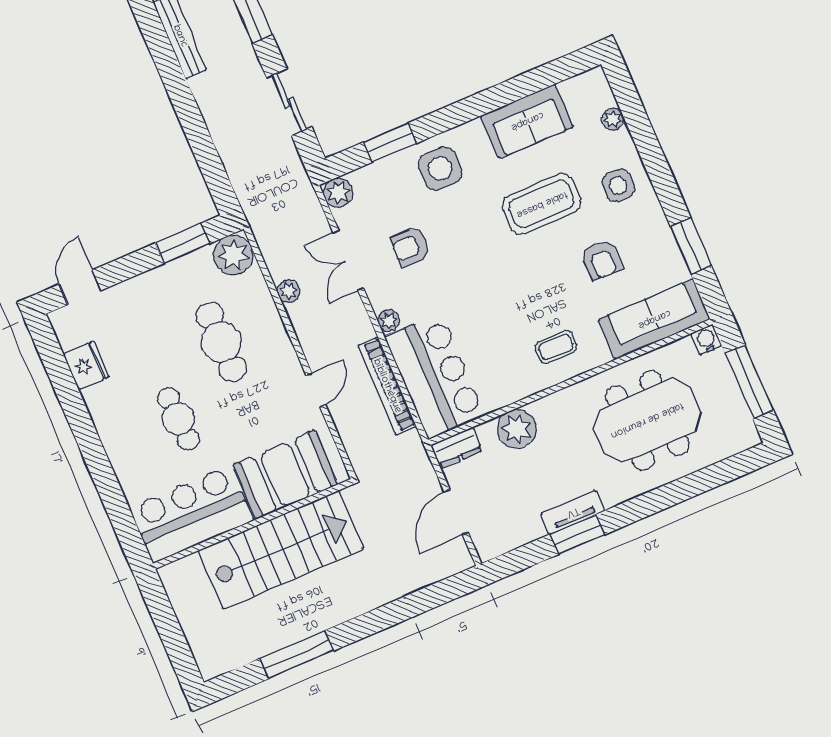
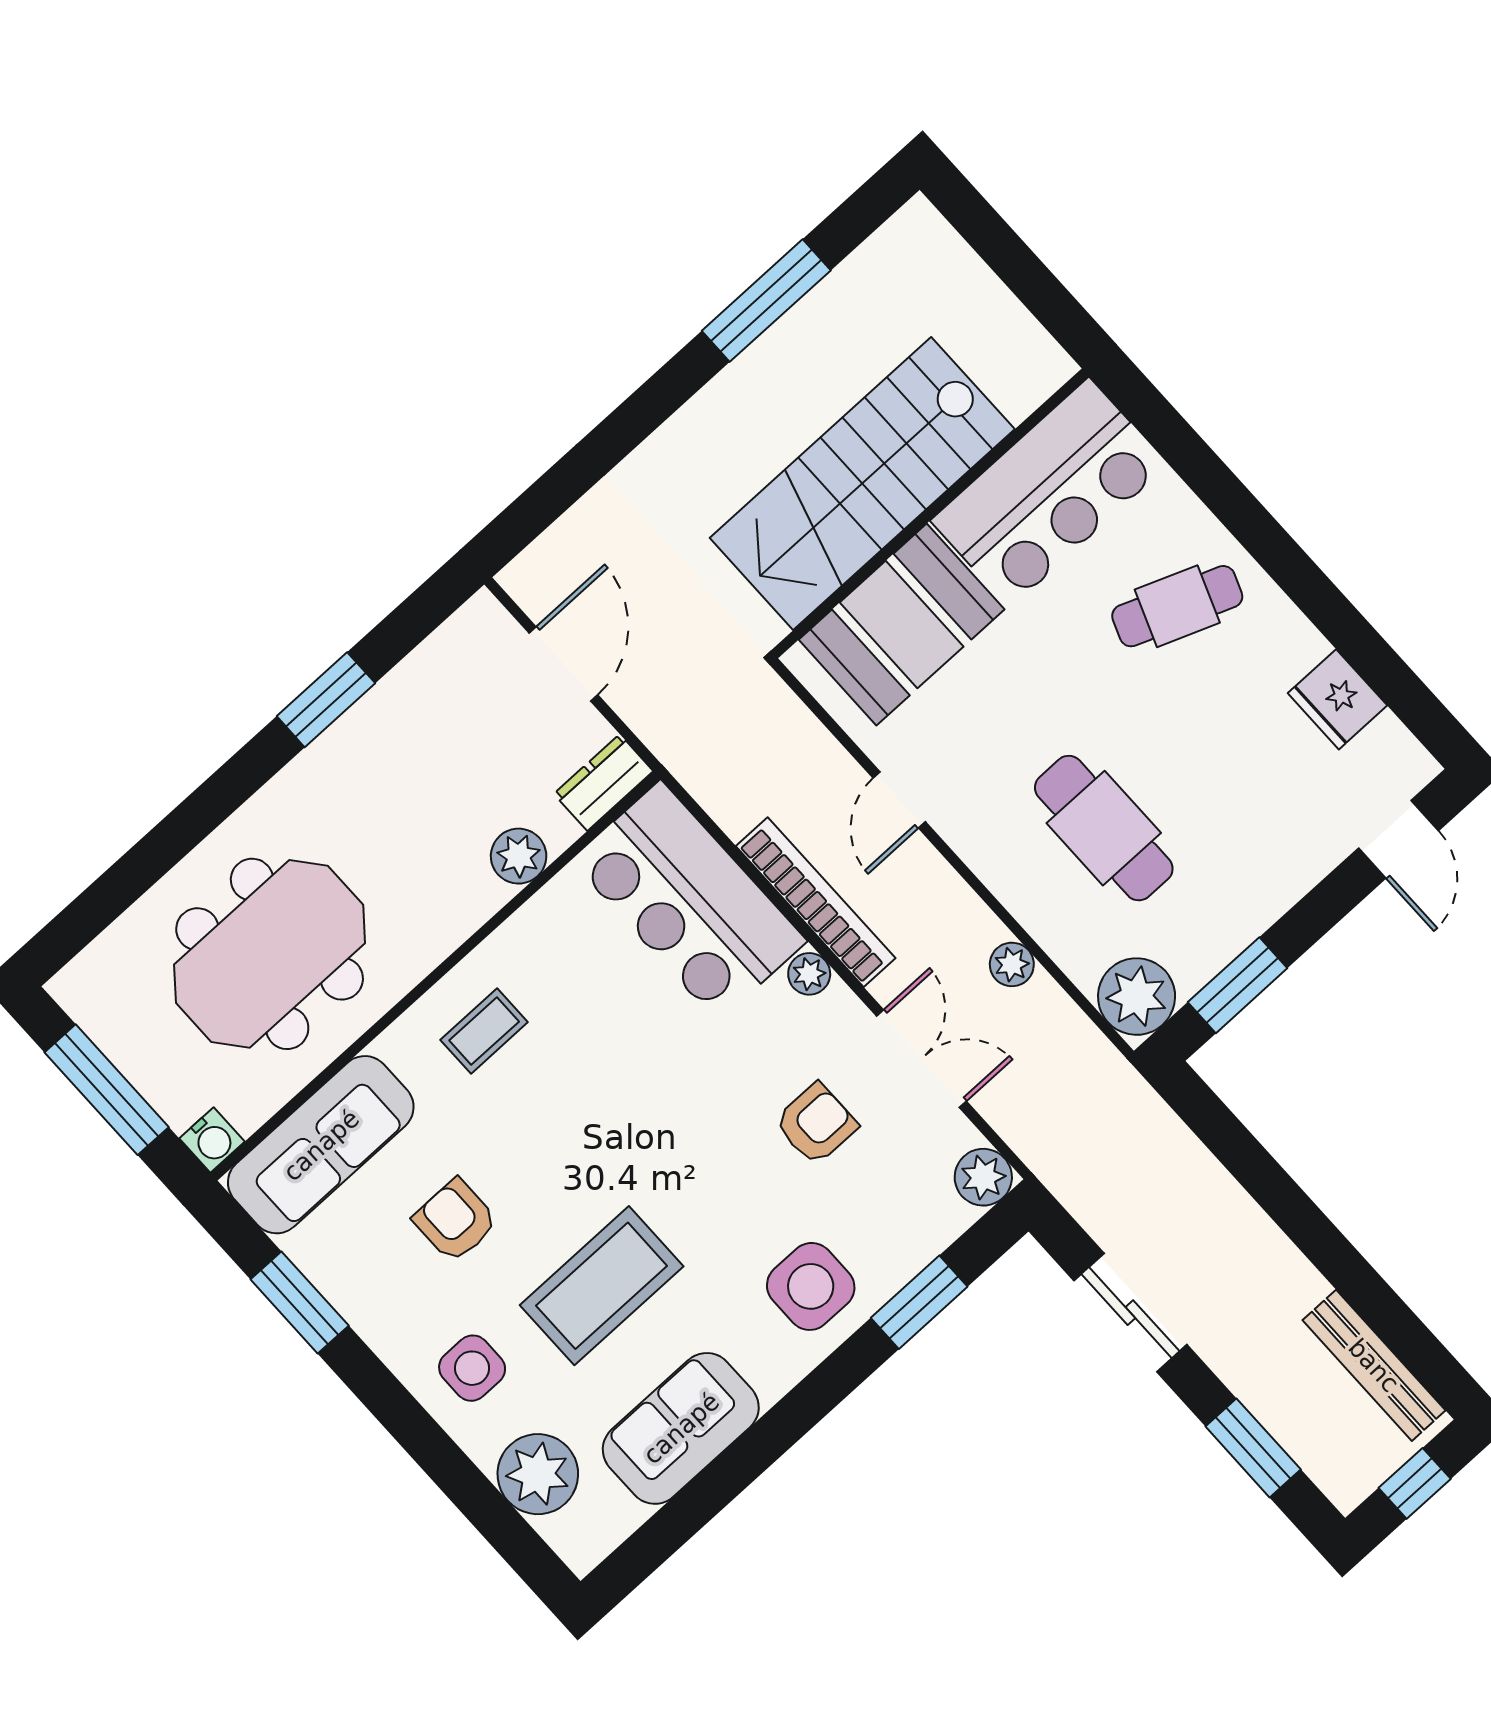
plant: (613, 119) -> (538, 1474), width x1.88, depth x1.88
bookcase: (387, 386) -> (816, 902), moved
cafe table: (178, 419) -> (1177, 606), moved, turned -67
plant: (517, 429) -> (519, 856), width x0.73, depth x0.73
tv unit: (573, 512) -> (349, 738), removed

